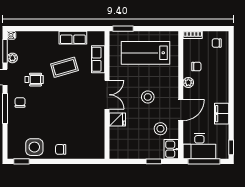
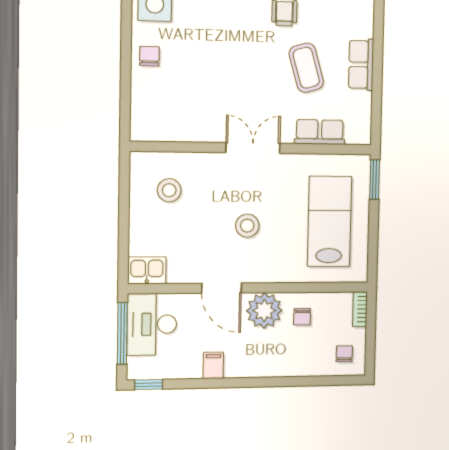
row of seats: (73, 38) -> (361, 64), moved
plant: (188, 83) -> (264, 311), width x1.87, depth x1.87
double door: (107, 95) -> (253, 148), swing flipped
filing cabinet: (222, 114) -> (213, 365), width x0.50
fridge: (117, 119) -> (206, 167), removed
stool: (160, 129) -> (169, 190), moved
window: (154, 161) -> (124, 237), removed

